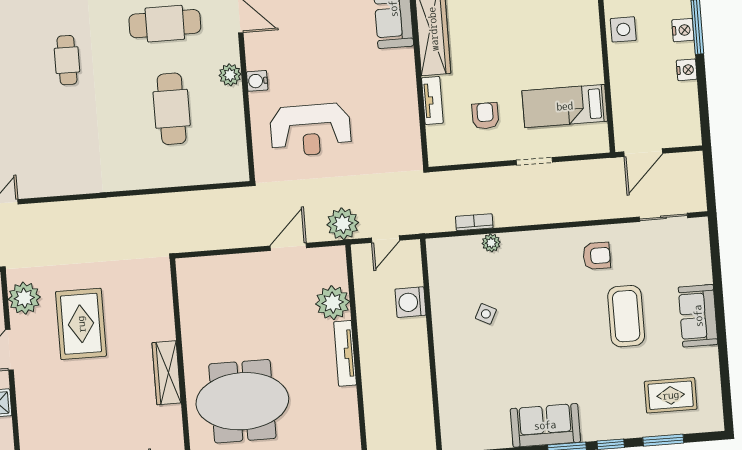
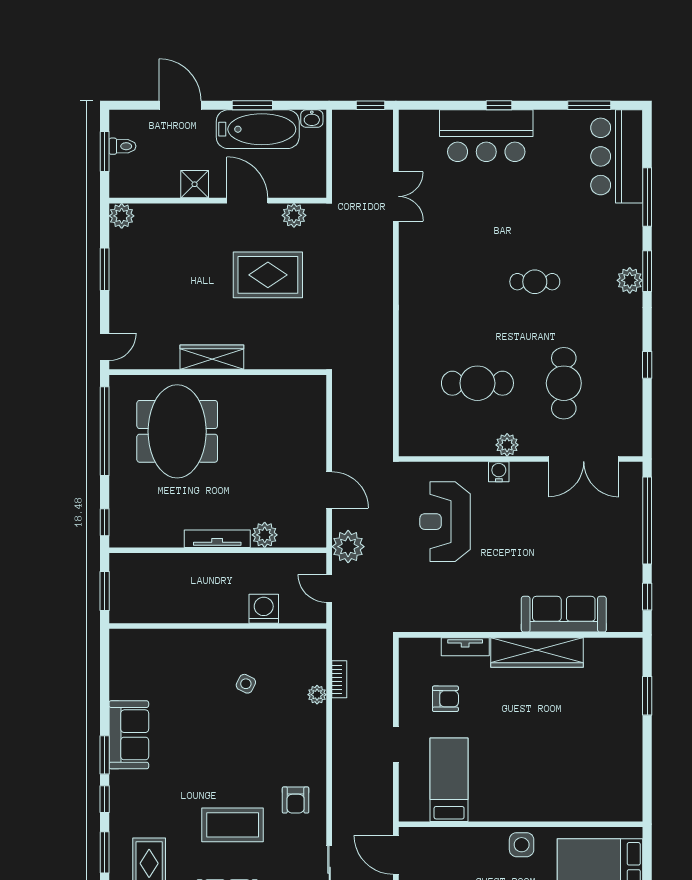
plant: (24, 298) -> (294, 215), width x0.73, depth x0.73
plant: (333, 303) -> (265, 535), width x0.73, depth x0.73

